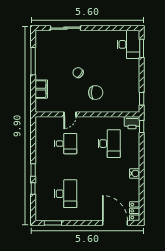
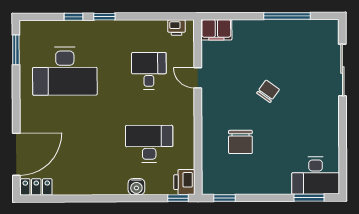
filing cabinet: (41, 89) -> (216, 30), moved
chair: (96, 93) -> (240, 142), moved
printer: (40, 127) -> (177, 28), added
desk: (66, 144) -> (149, 71), turned 180
desk: (109, 144) -> (149, 144), turned 180
water cooler: (135, 173) -> (136, 187), moved
desk: (66, 194) -> (65, 71), width x1.36, depth x1.30

